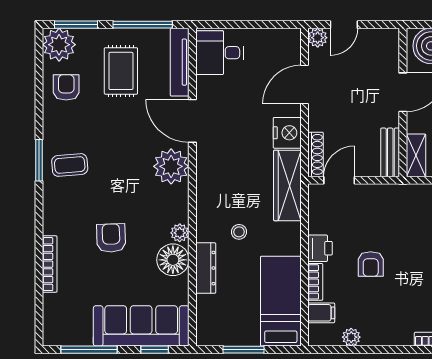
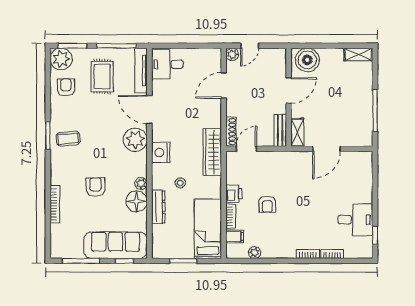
nightstand: (287, 133) -> (161, 153), moved, turned 180

